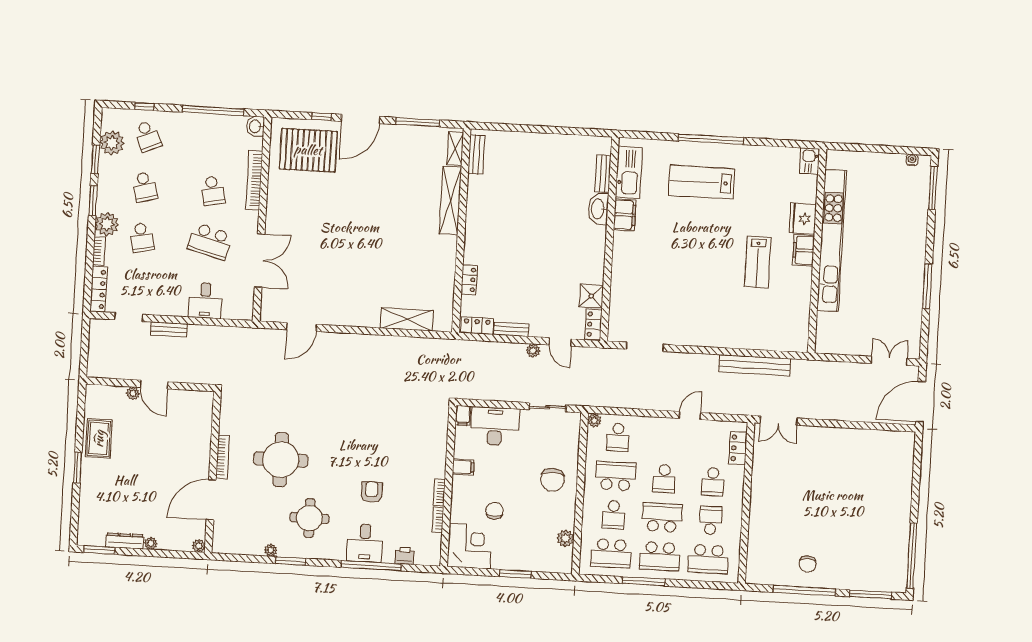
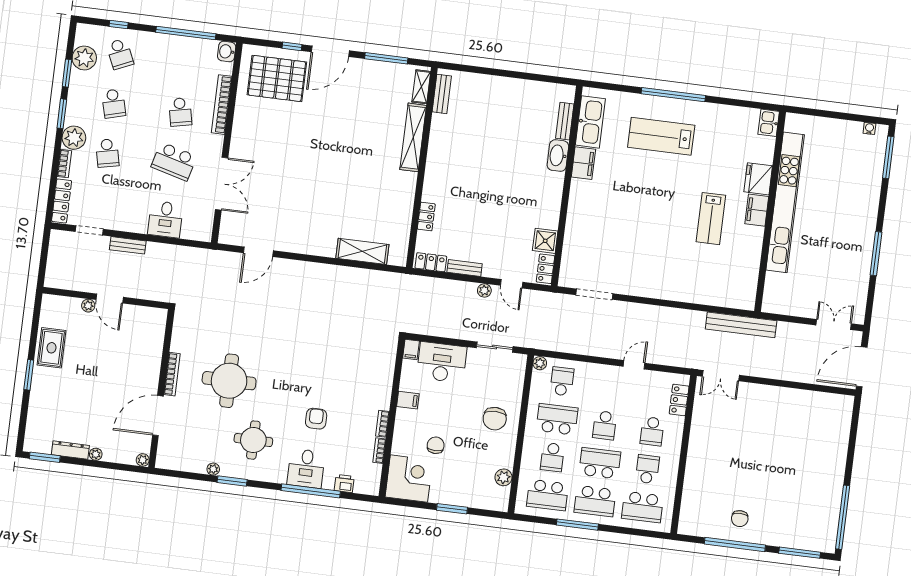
bench: (755, 365) -> (741, 325), moved
school desk: (618, 437) -> (562, 381), turned 180

